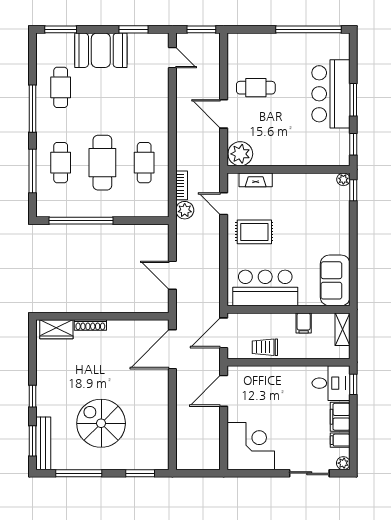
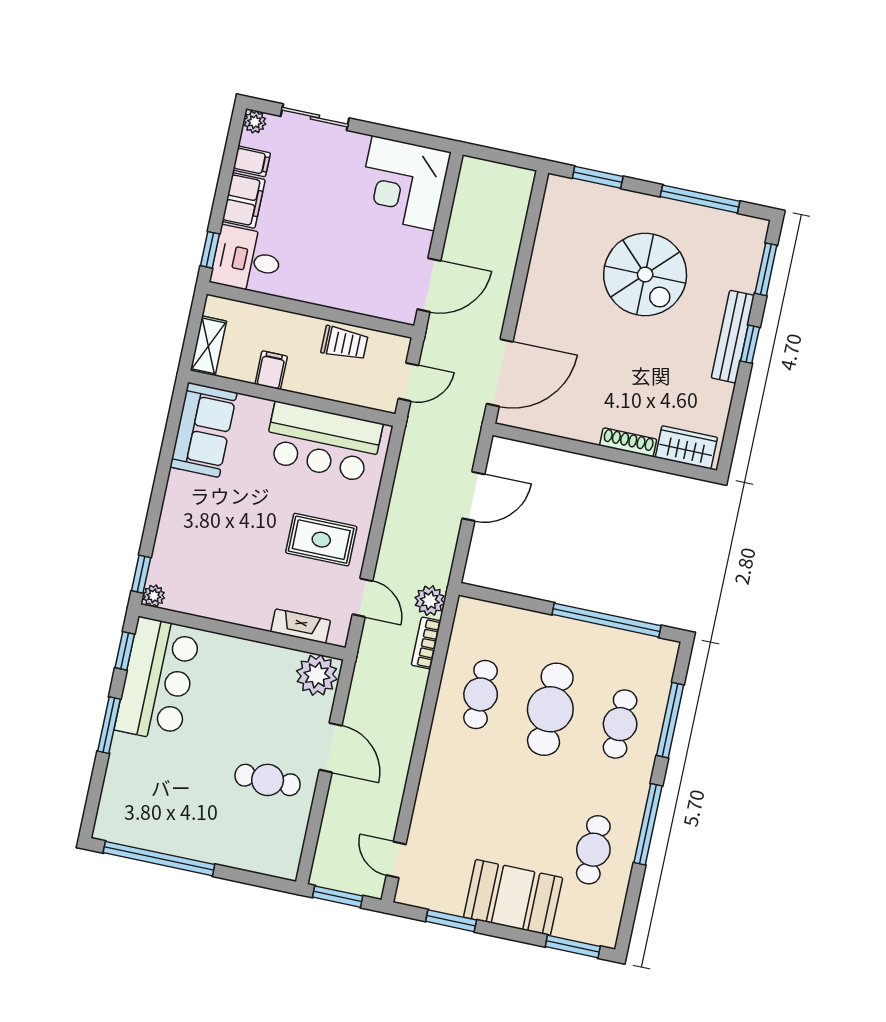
bar counter: (331, 94) -> (158, 680), moved
door: (172, 275) -> (473, 496), hinge flipped
door: (224, 333) -> (408, 382), width x0.73
bench: (43, 443) -> (733, 337), moved

